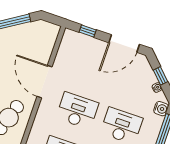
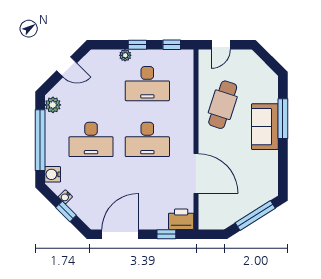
printer: (72, 39) -> (181, 219), added
door: (45, 82) -> (196, 173), moved

